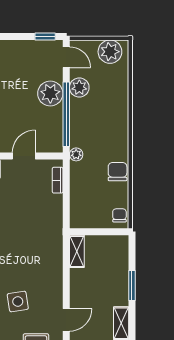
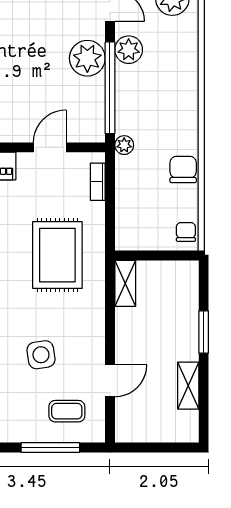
rug: (29, 232) -> (57, 255), added

